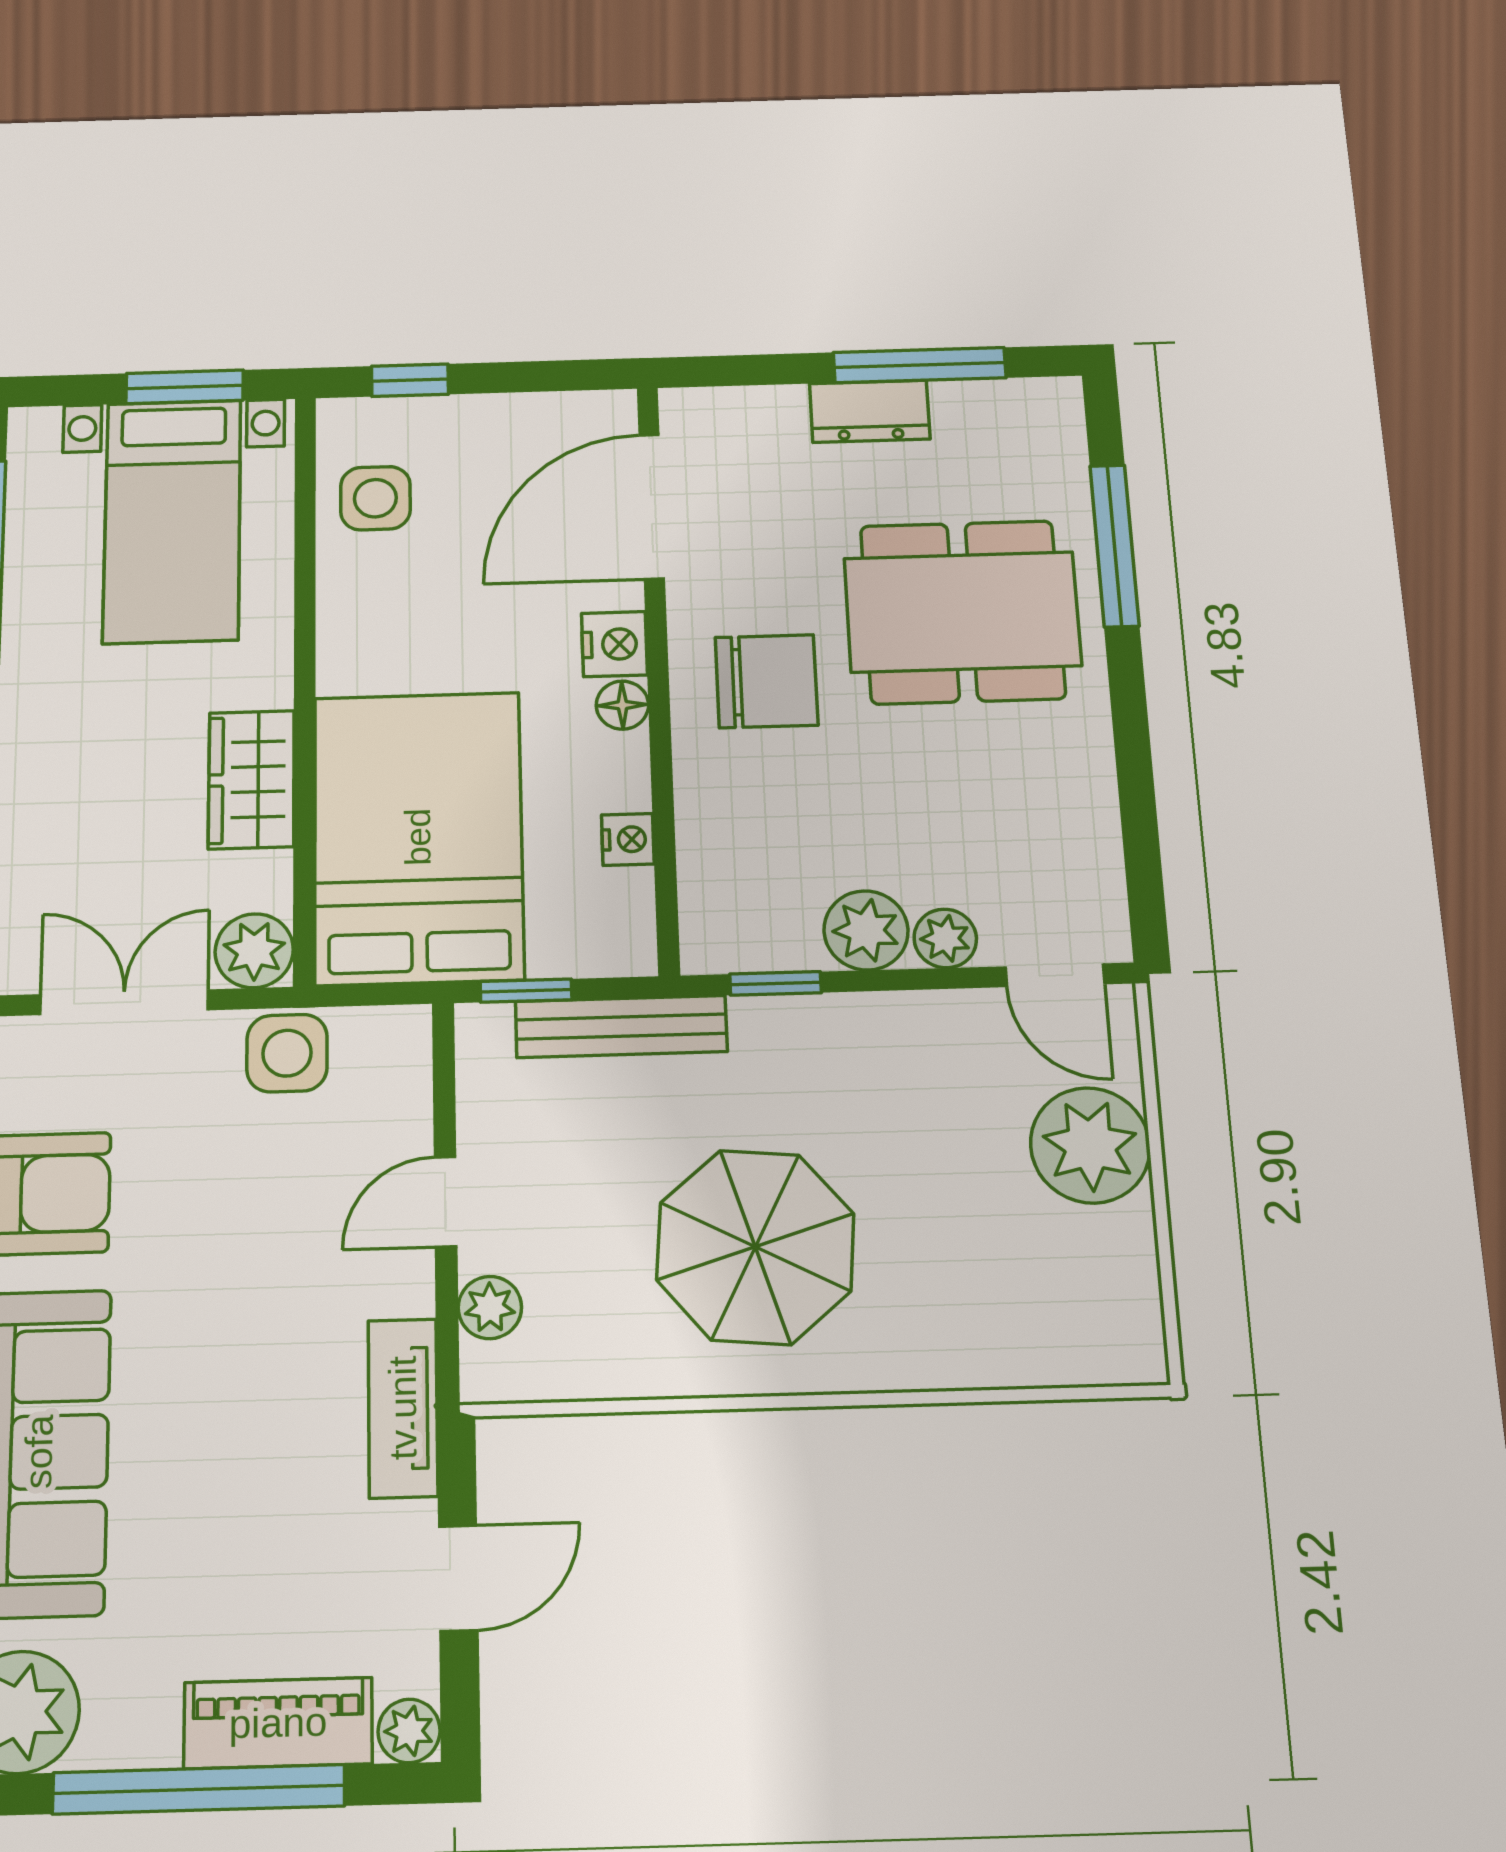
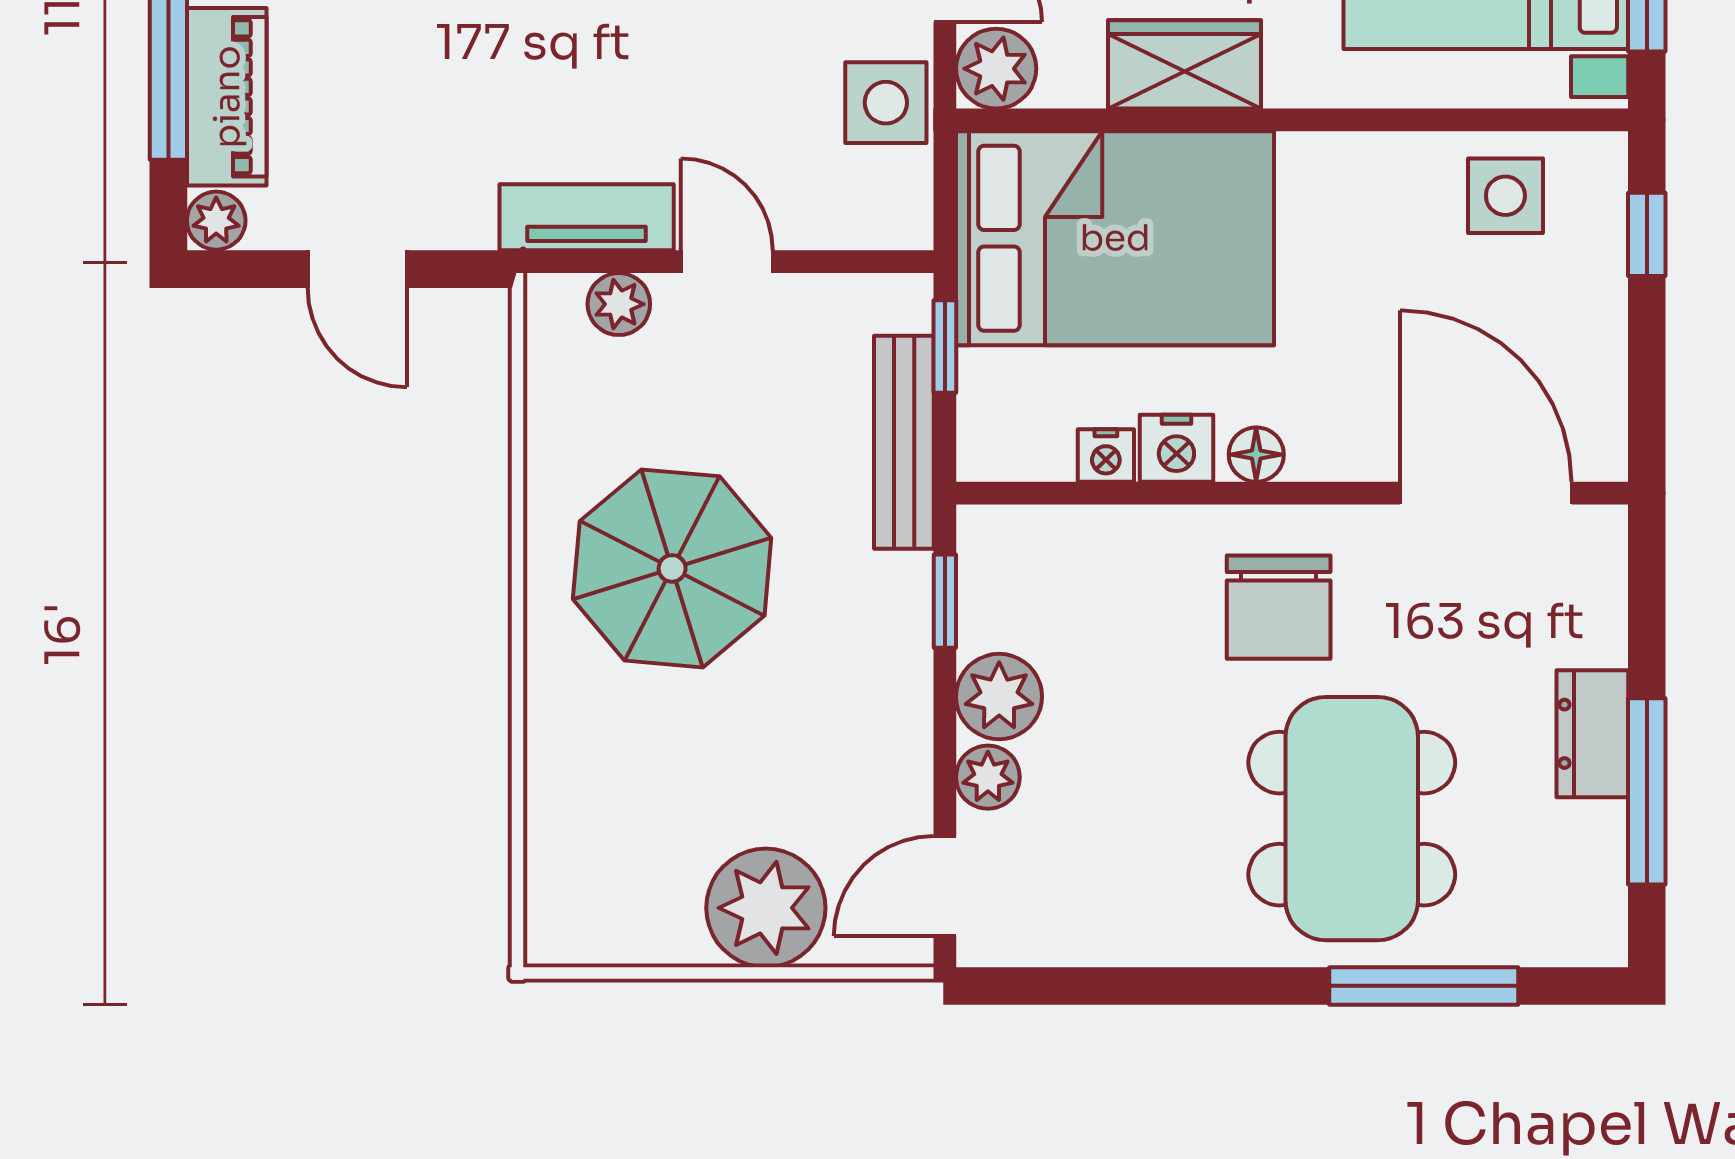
nightstand: (614, 644) -> (1176, 448), moved
tv unit: (403, 1408) -> (587, 217), moved

